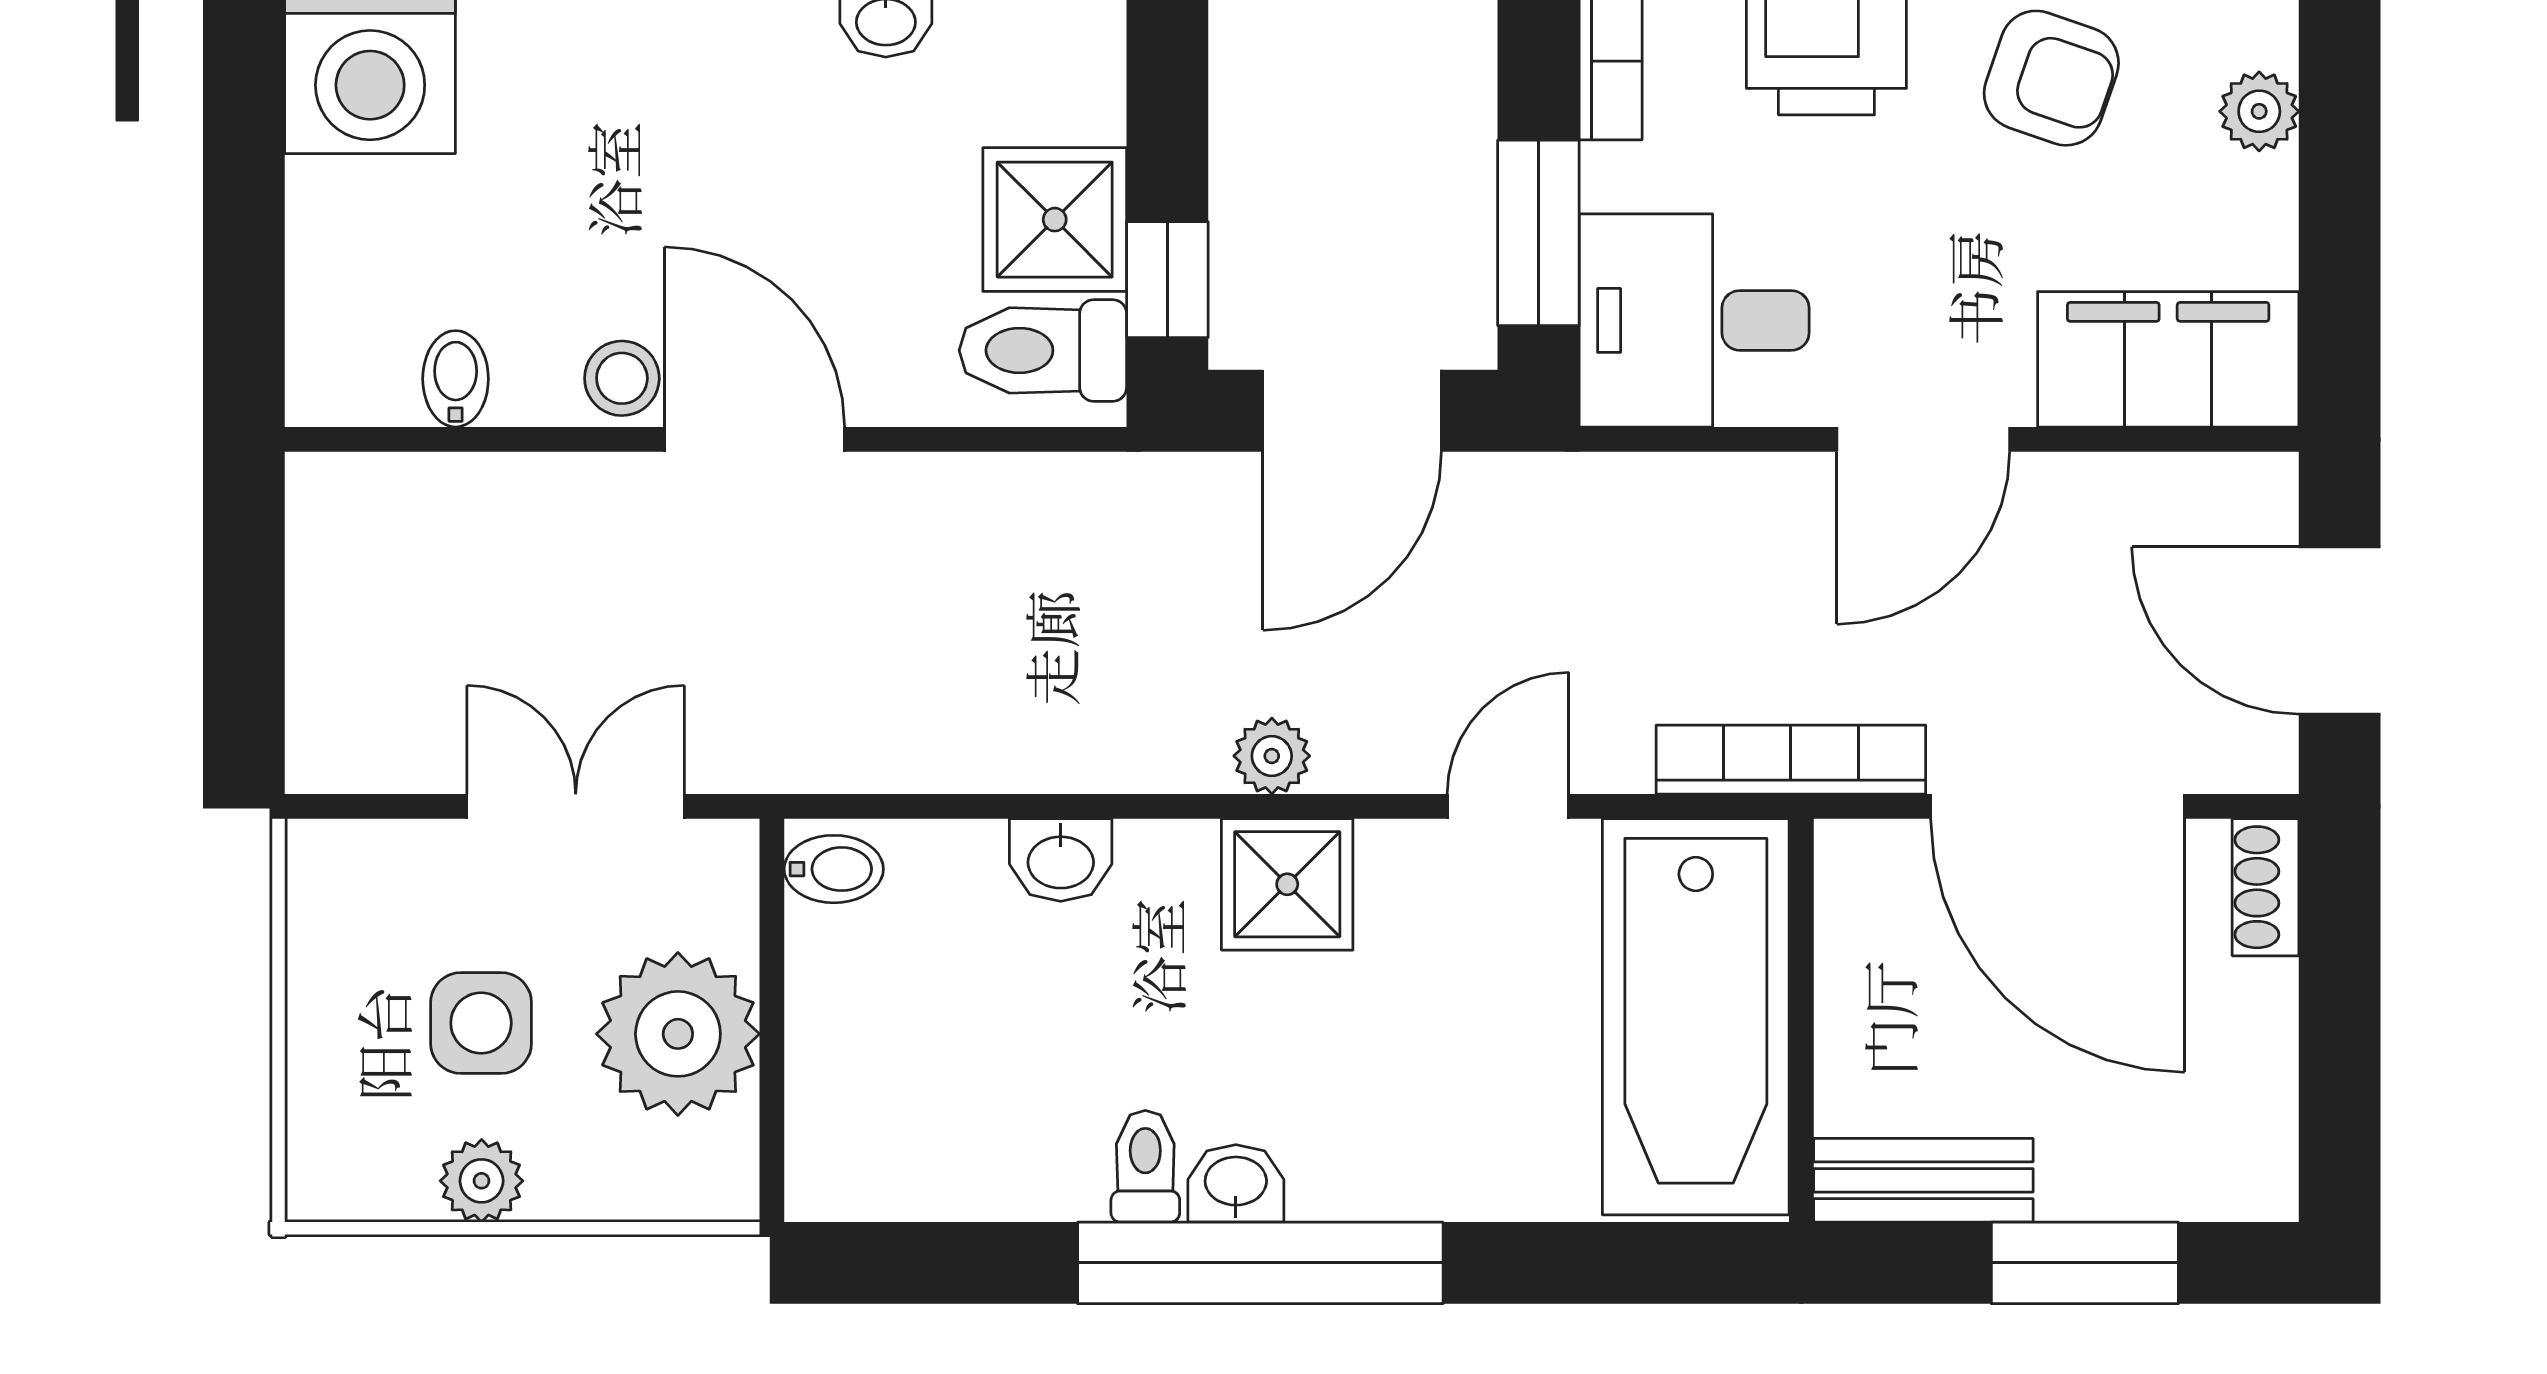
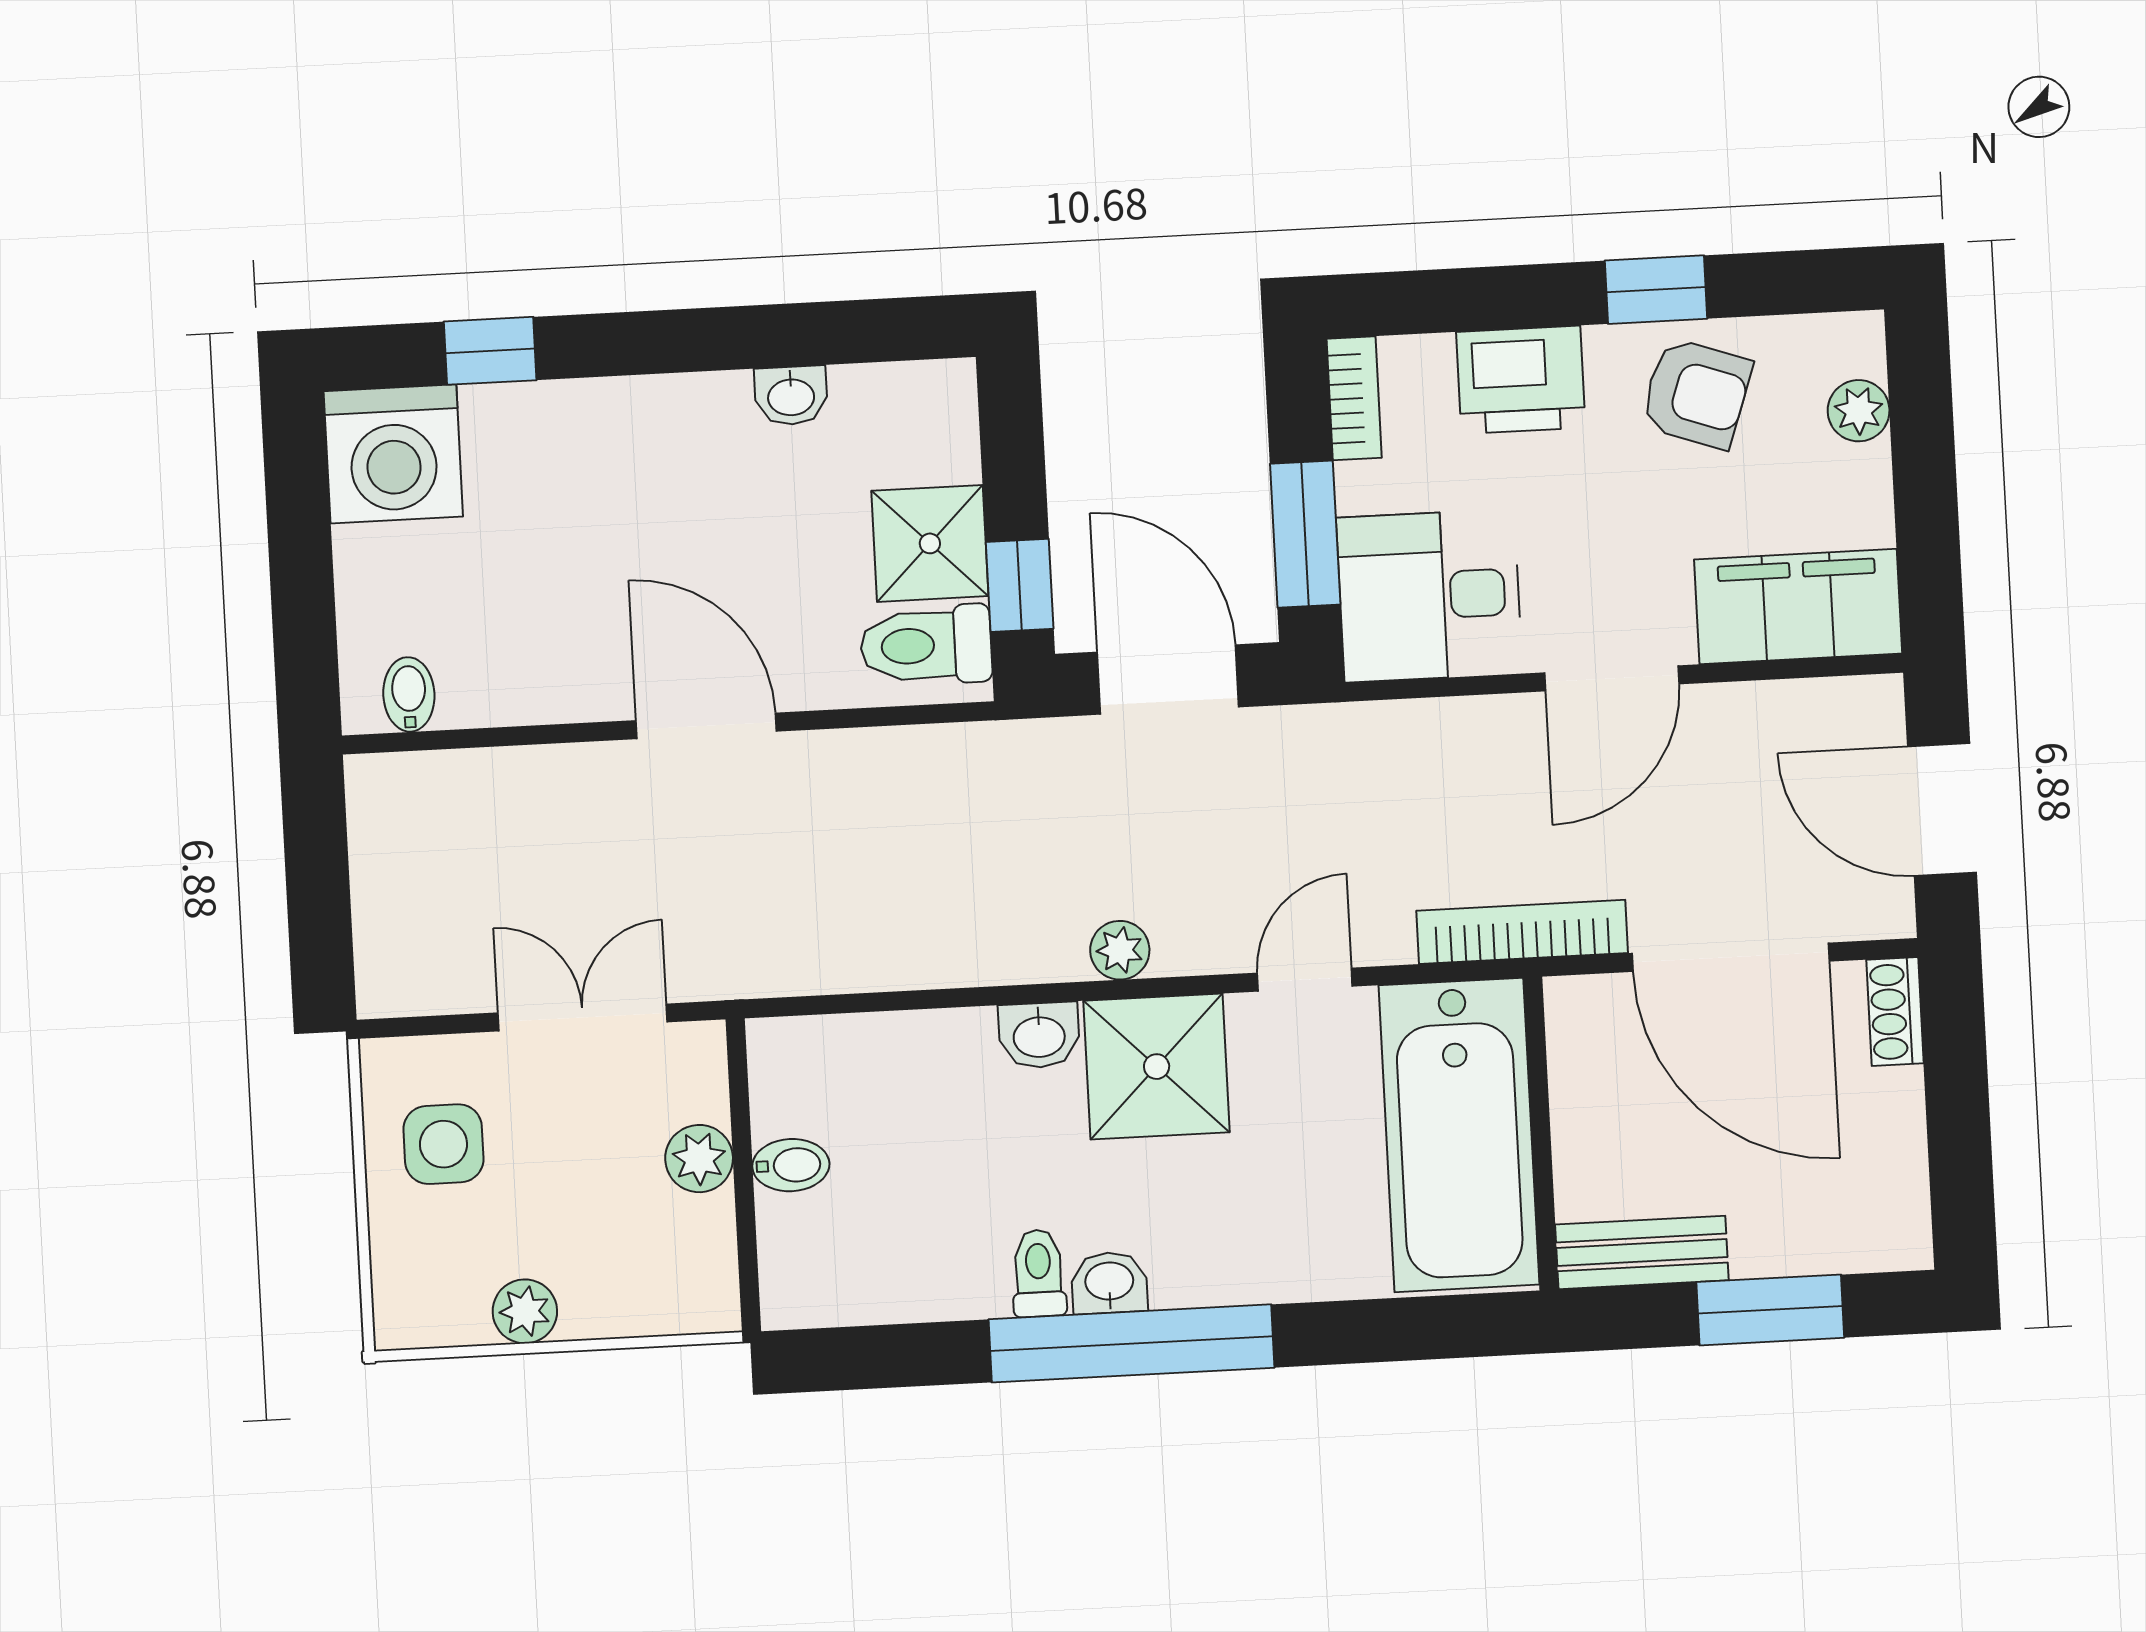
stool: (622, 378) -> (601, 684), removed
bidet: (456, 379) -> (409, 694), moved
door: (1352, 411) -> (1168, 680), swing flipped
washbasin: (1061, 860) -> (1039, 1035), moved
bidet: (834, 869) -> (791, 1165), moved
shower: (1287, 884) -> (1157, 1067), width x1.36, depth x1.36
side table: (481, 1023) -> (443, 1144), moved
plant: (678, 1034) -> (699, 1159), width x0.53, depth x0.53

